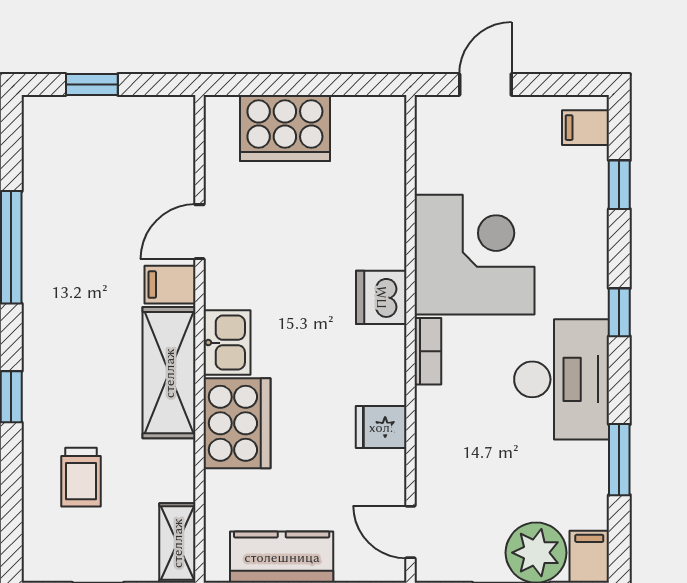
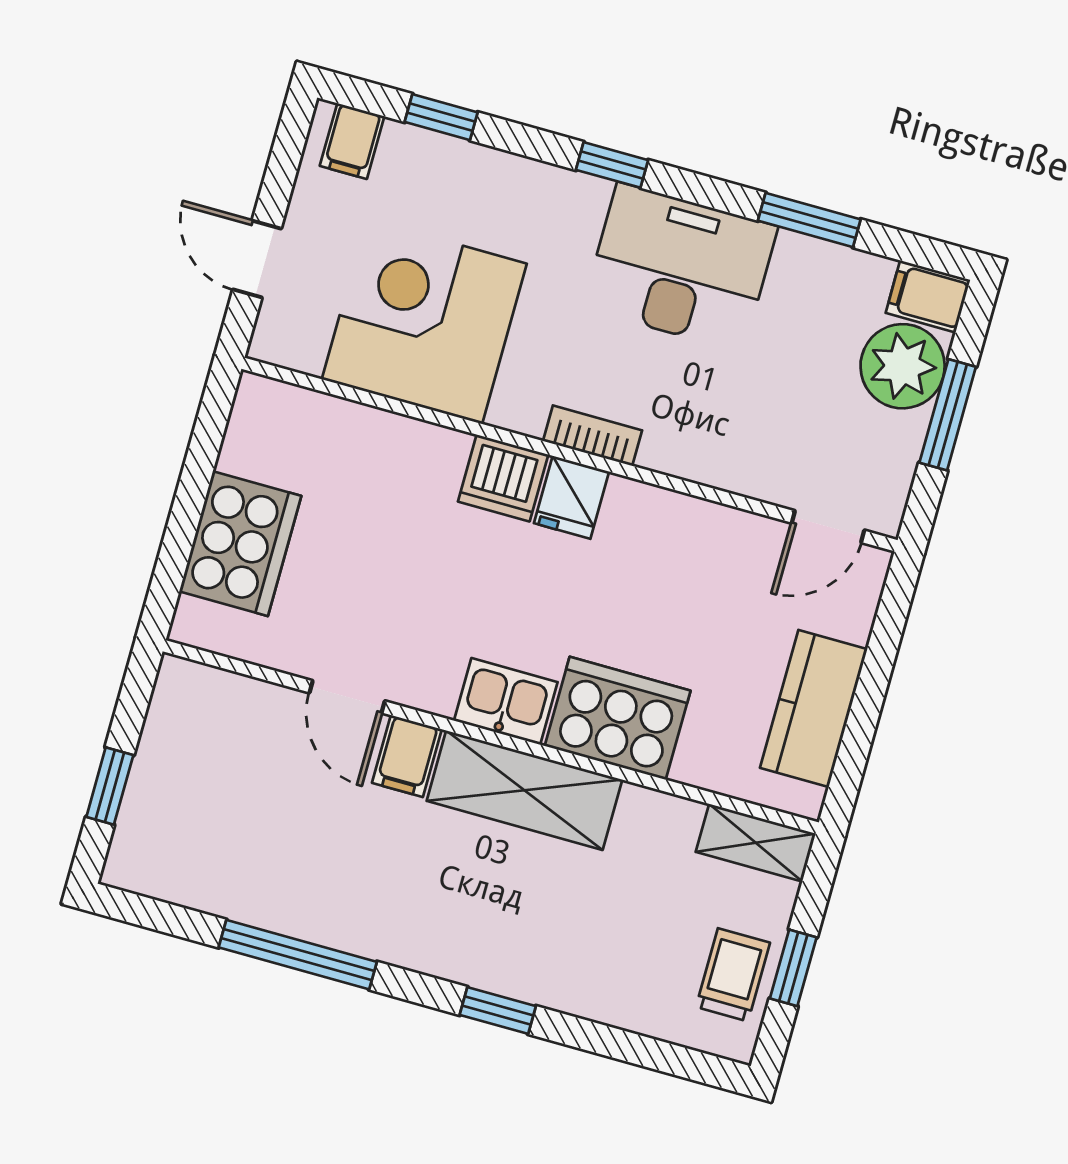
corner desk: (474, 255) -> (424, 321), moved
fridge: (381, 427) -> (572, 497), moved
trolley: (81, 477) -> (733, 975), moved, turned -90

